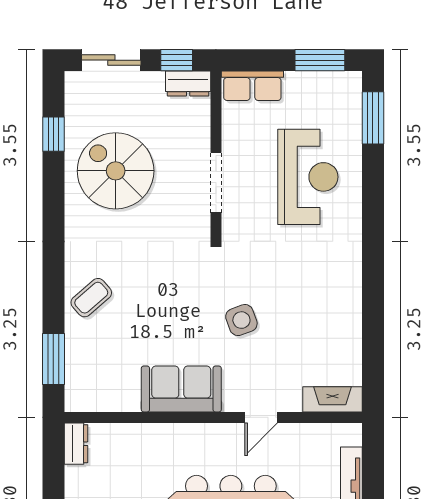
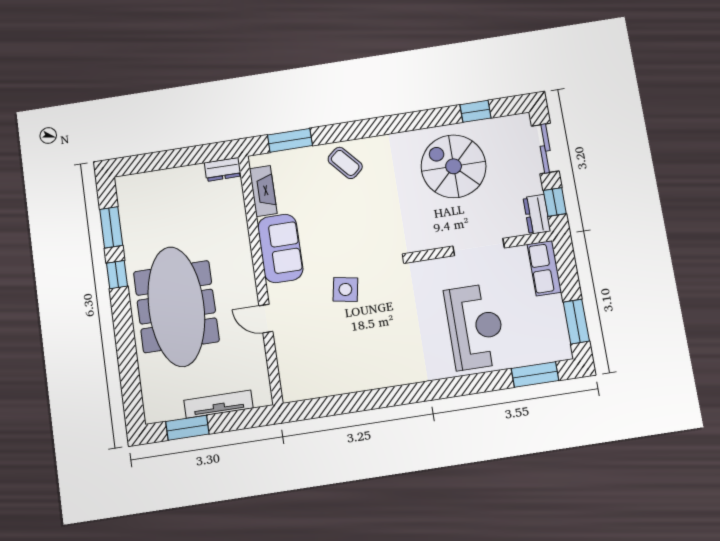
spiral stairs: (116, 171) -> (454, 166), turned -90
reception desk: (308, 177) -> (475, 327), turned -90
doorway: (216, 183) -> (479, 247), moved
side table: (241, 320) -> (345, 289), turned 30
fireplace: (333, 399) -> (263, 191), moved

